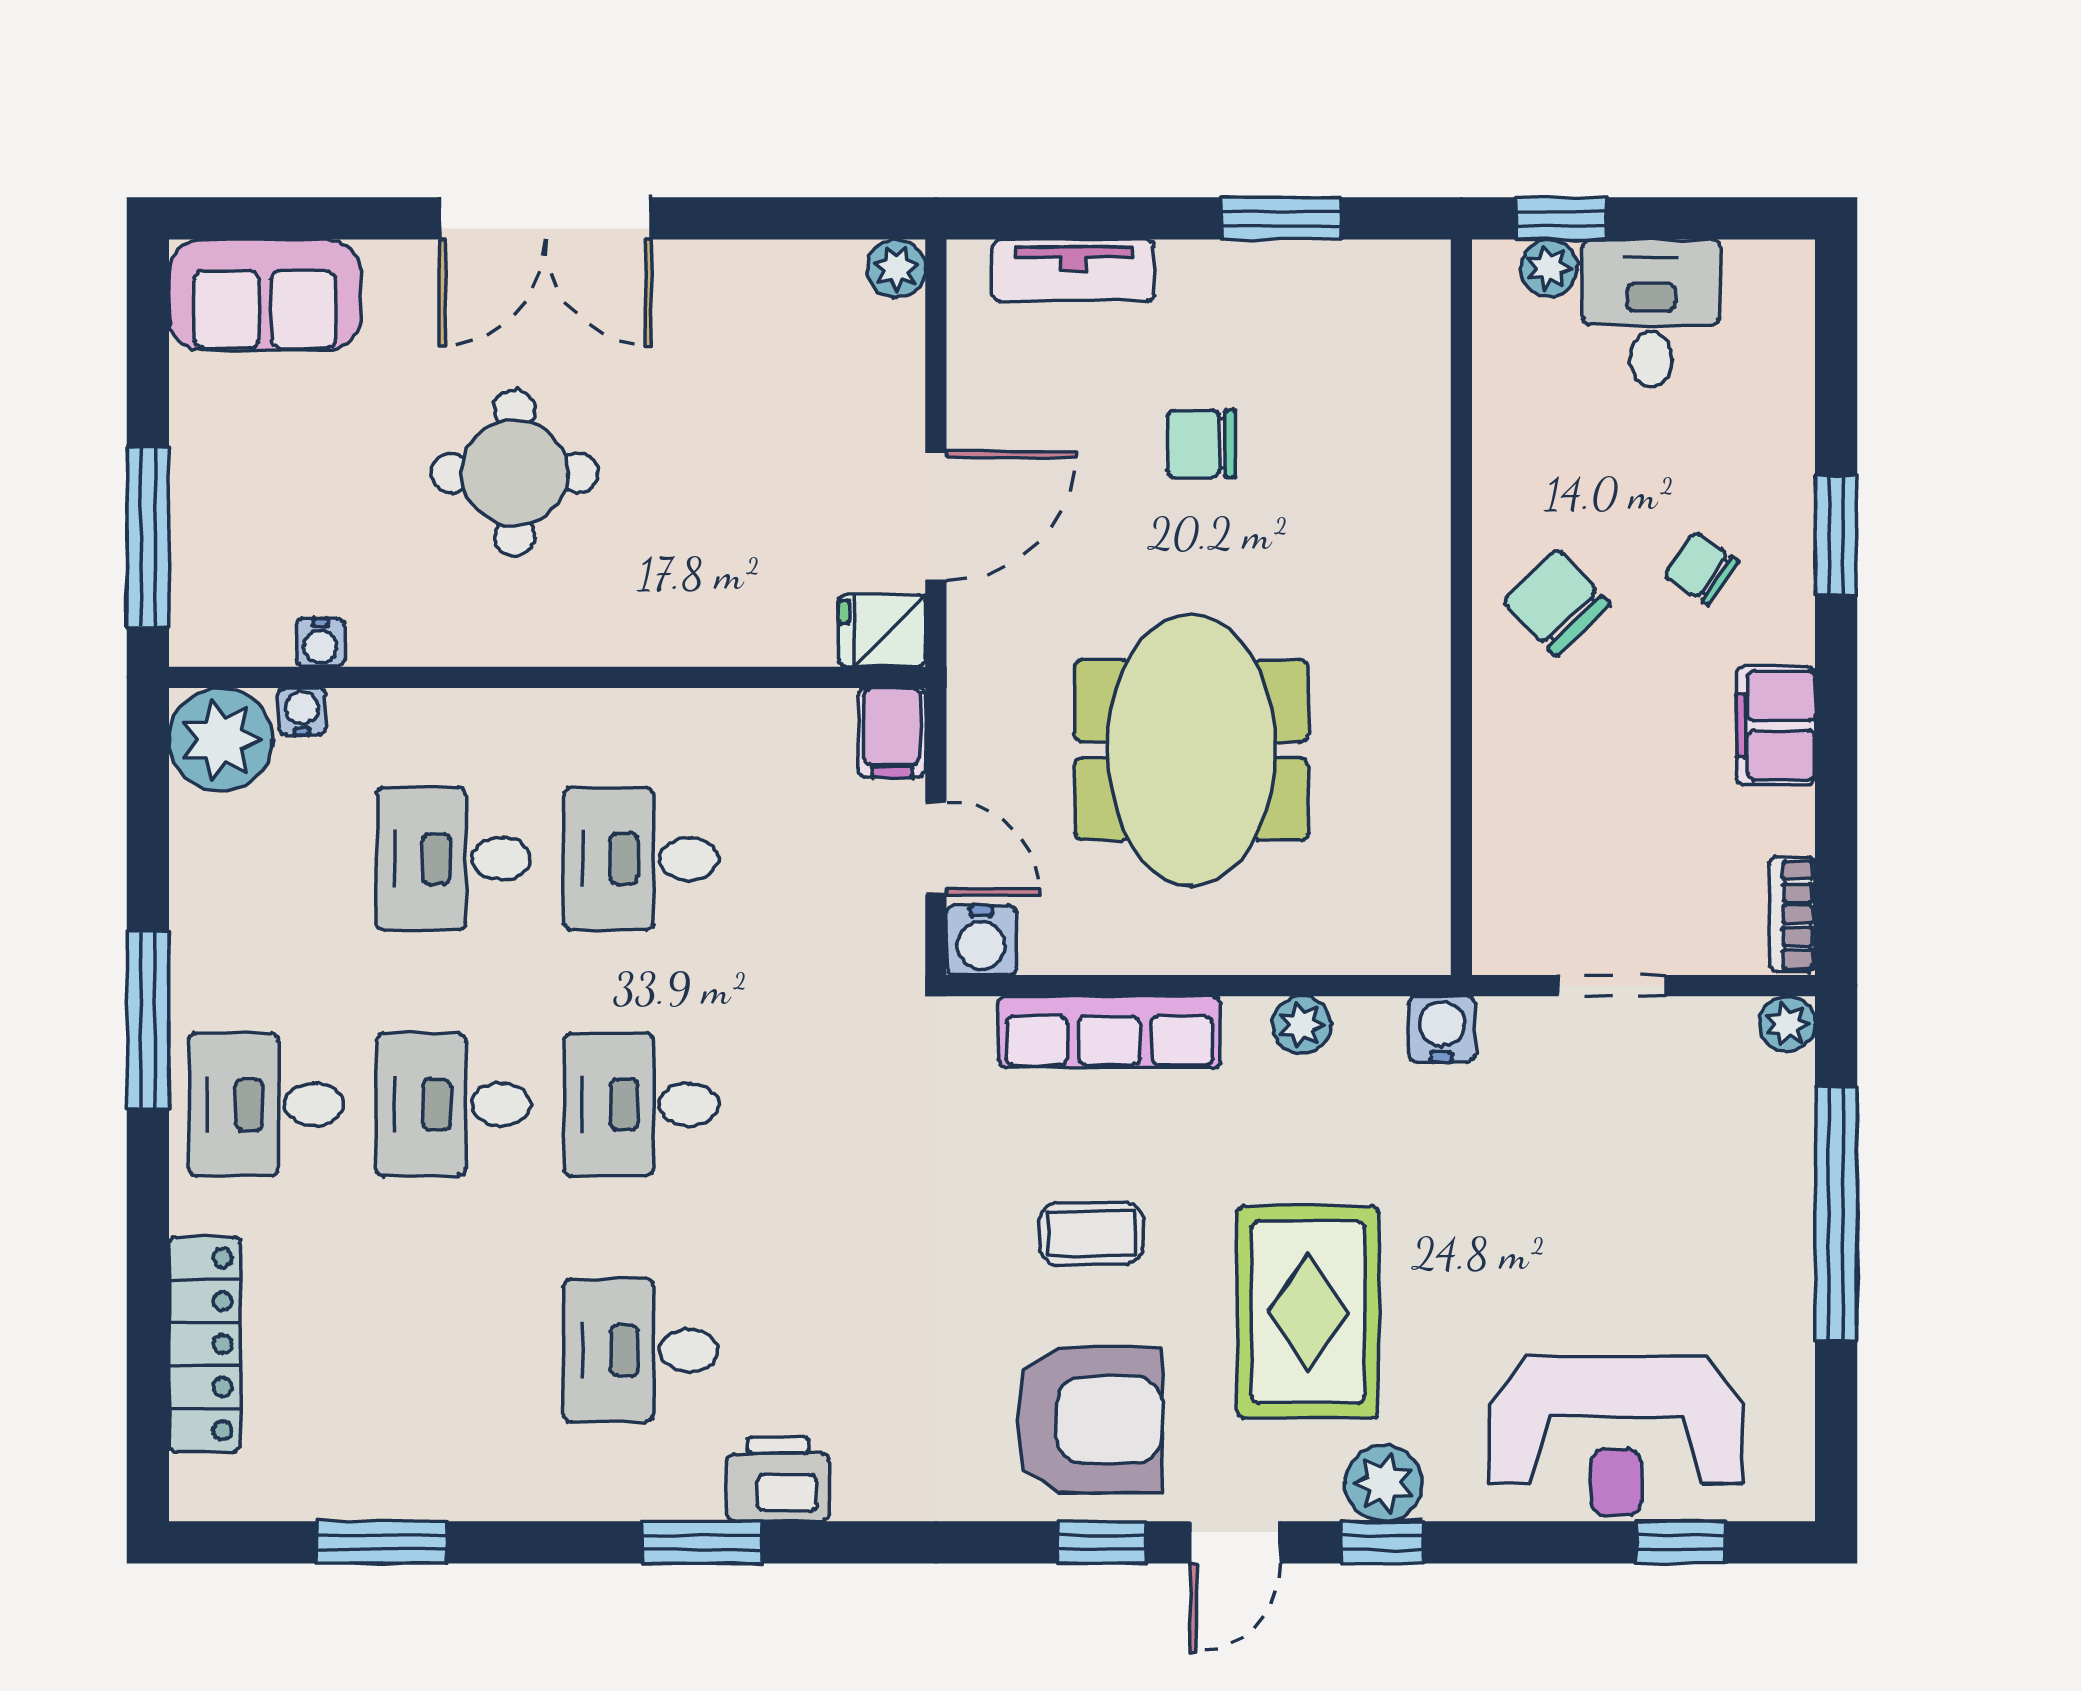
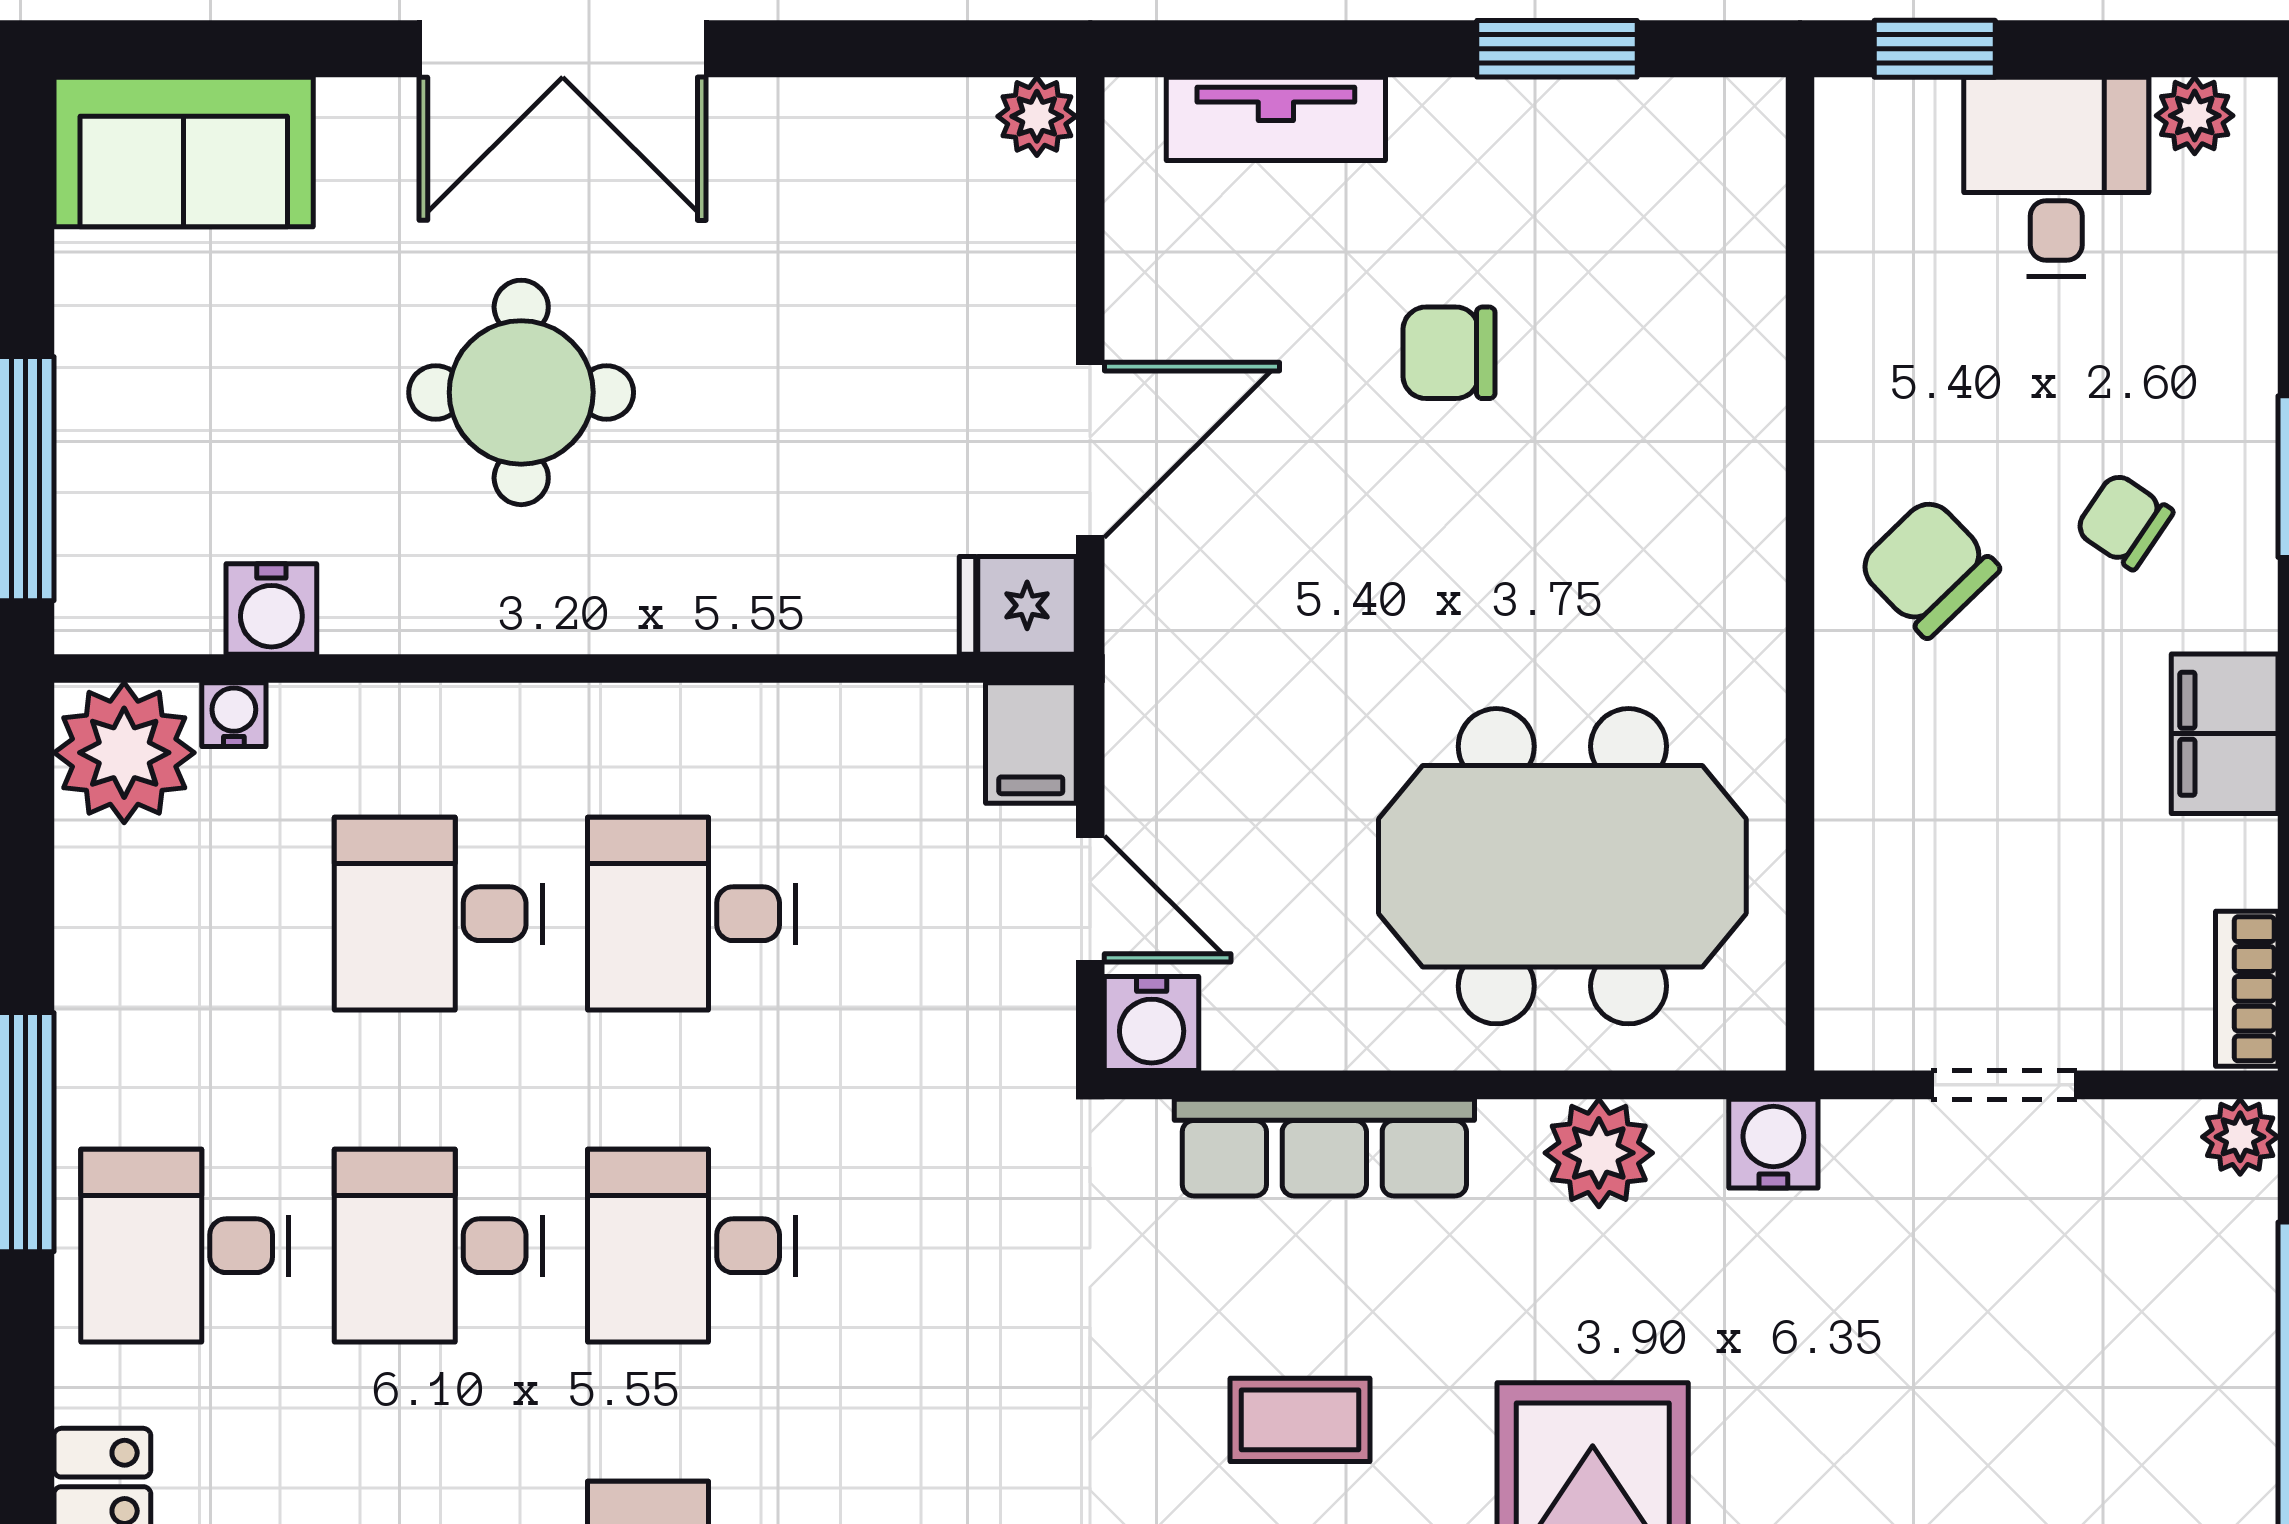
plant: (1549, 268) -> (2195, 116), moved
water cooler: (320, 643) -> (271, 609), width x1.38, depth x1.38
meeting table: (1191, 750) -> (1562, 866), moved, turned 90
plant: (1302, 1025) -> (1599, 1153), width x1.38, depth x1.38

